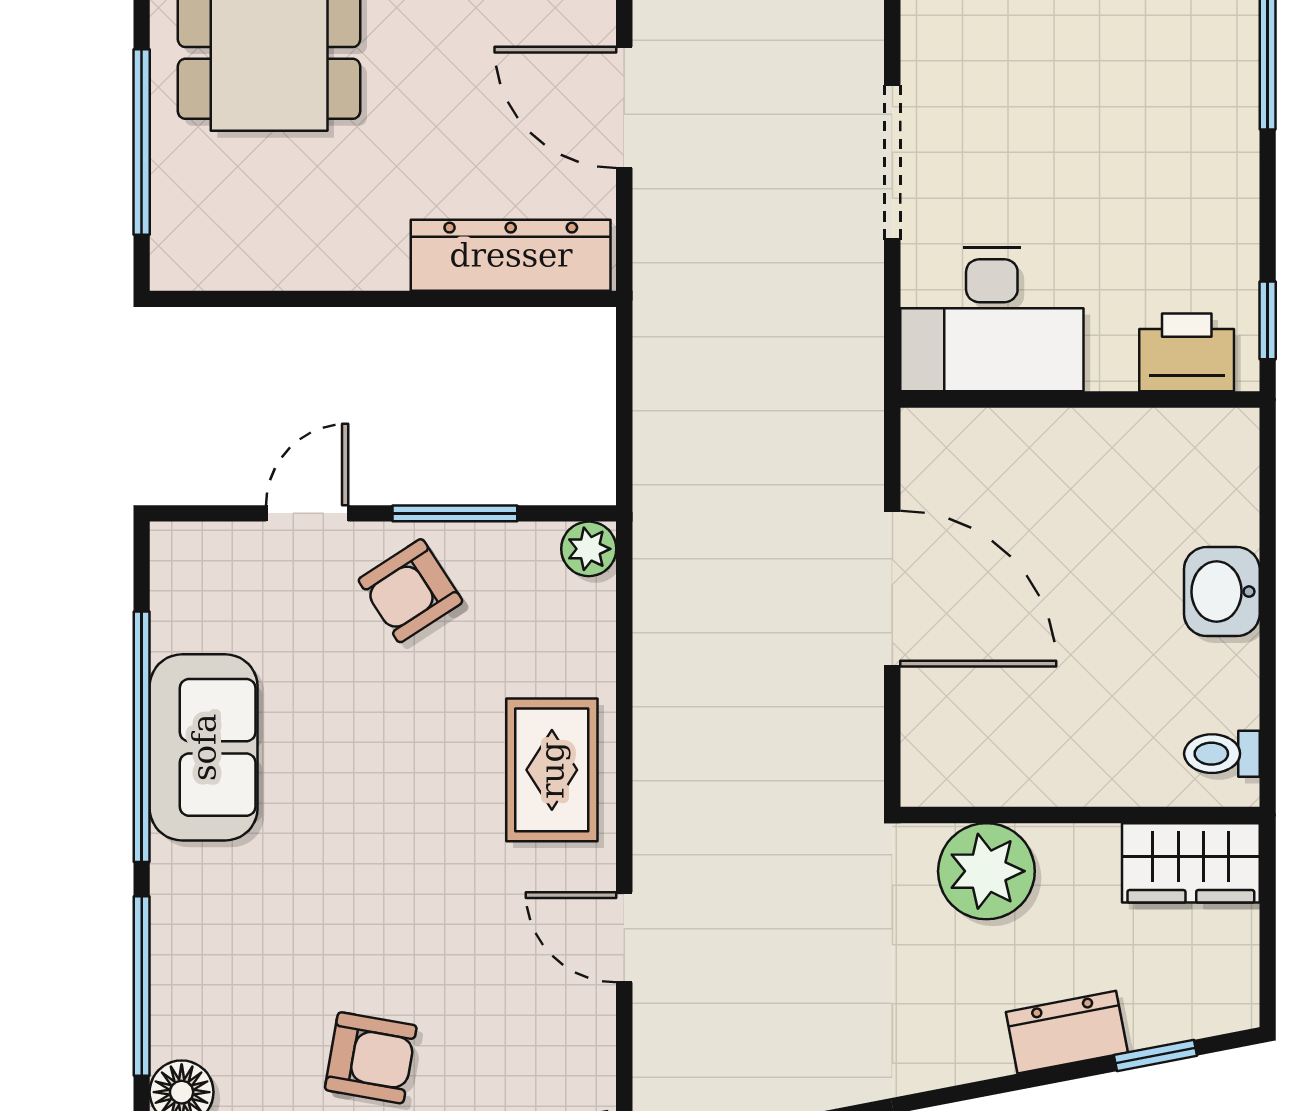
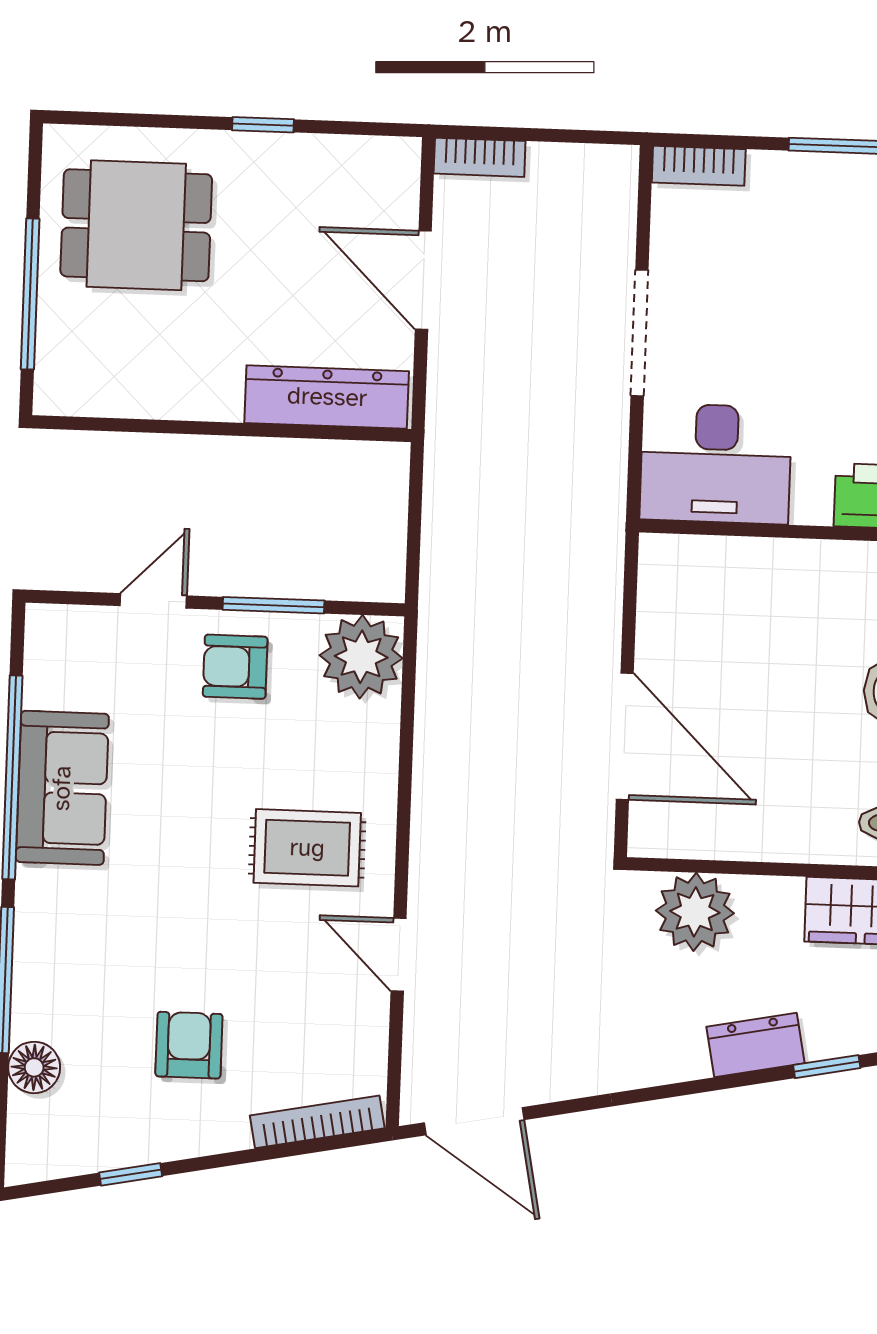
plant: (589, 549) -> (361, 657), width x1.88, depth x1.88
door: (892, 589) -> (625, 736), moved
armchair: (410, 591) -> (235, 667), turned 33
rug: (552, 770) -> (307, 848), moved, turned 90
armchair: (371, 1058) -> (189, 1045), turned -100

